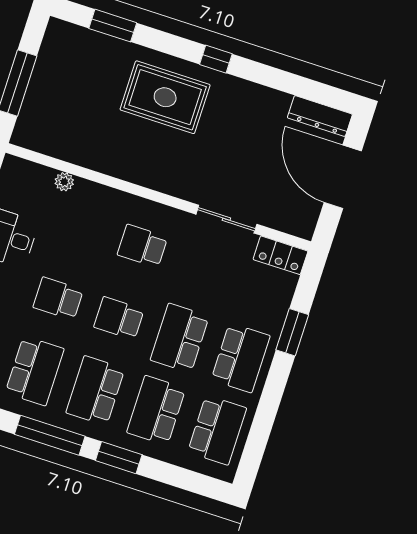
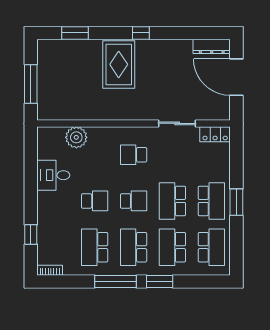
rug: (165, 97) -> (119, 64), turned 90
plant: (64, 182) -> (76, 137), width x1.88, depth x1.88
school desk: (58, 299) -> (95, 201), turned 180
school desk: (119, 318) -> (134, 201), turned 180
window: (292, 332) -> (236, 202), moved
school desk: (35, 371) -> (95, 247), turned 180

